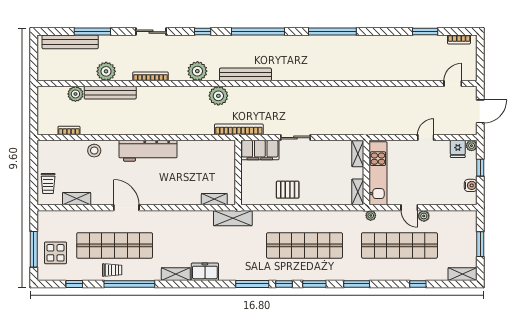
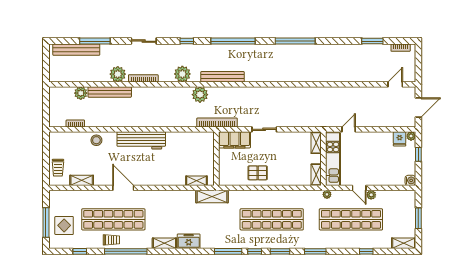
plant: (106, 71) -> (118, 74), moved
door: (426, 138) -> (349, 129), moved
water cooler: (471, 185) -> (410, 180), moved

